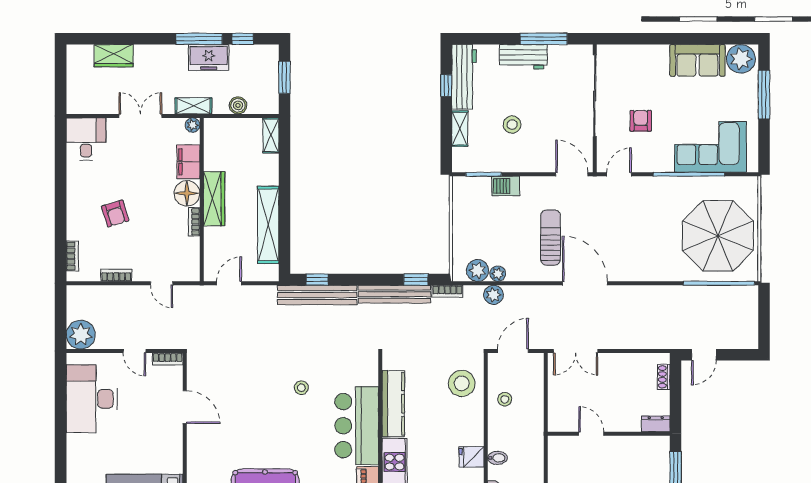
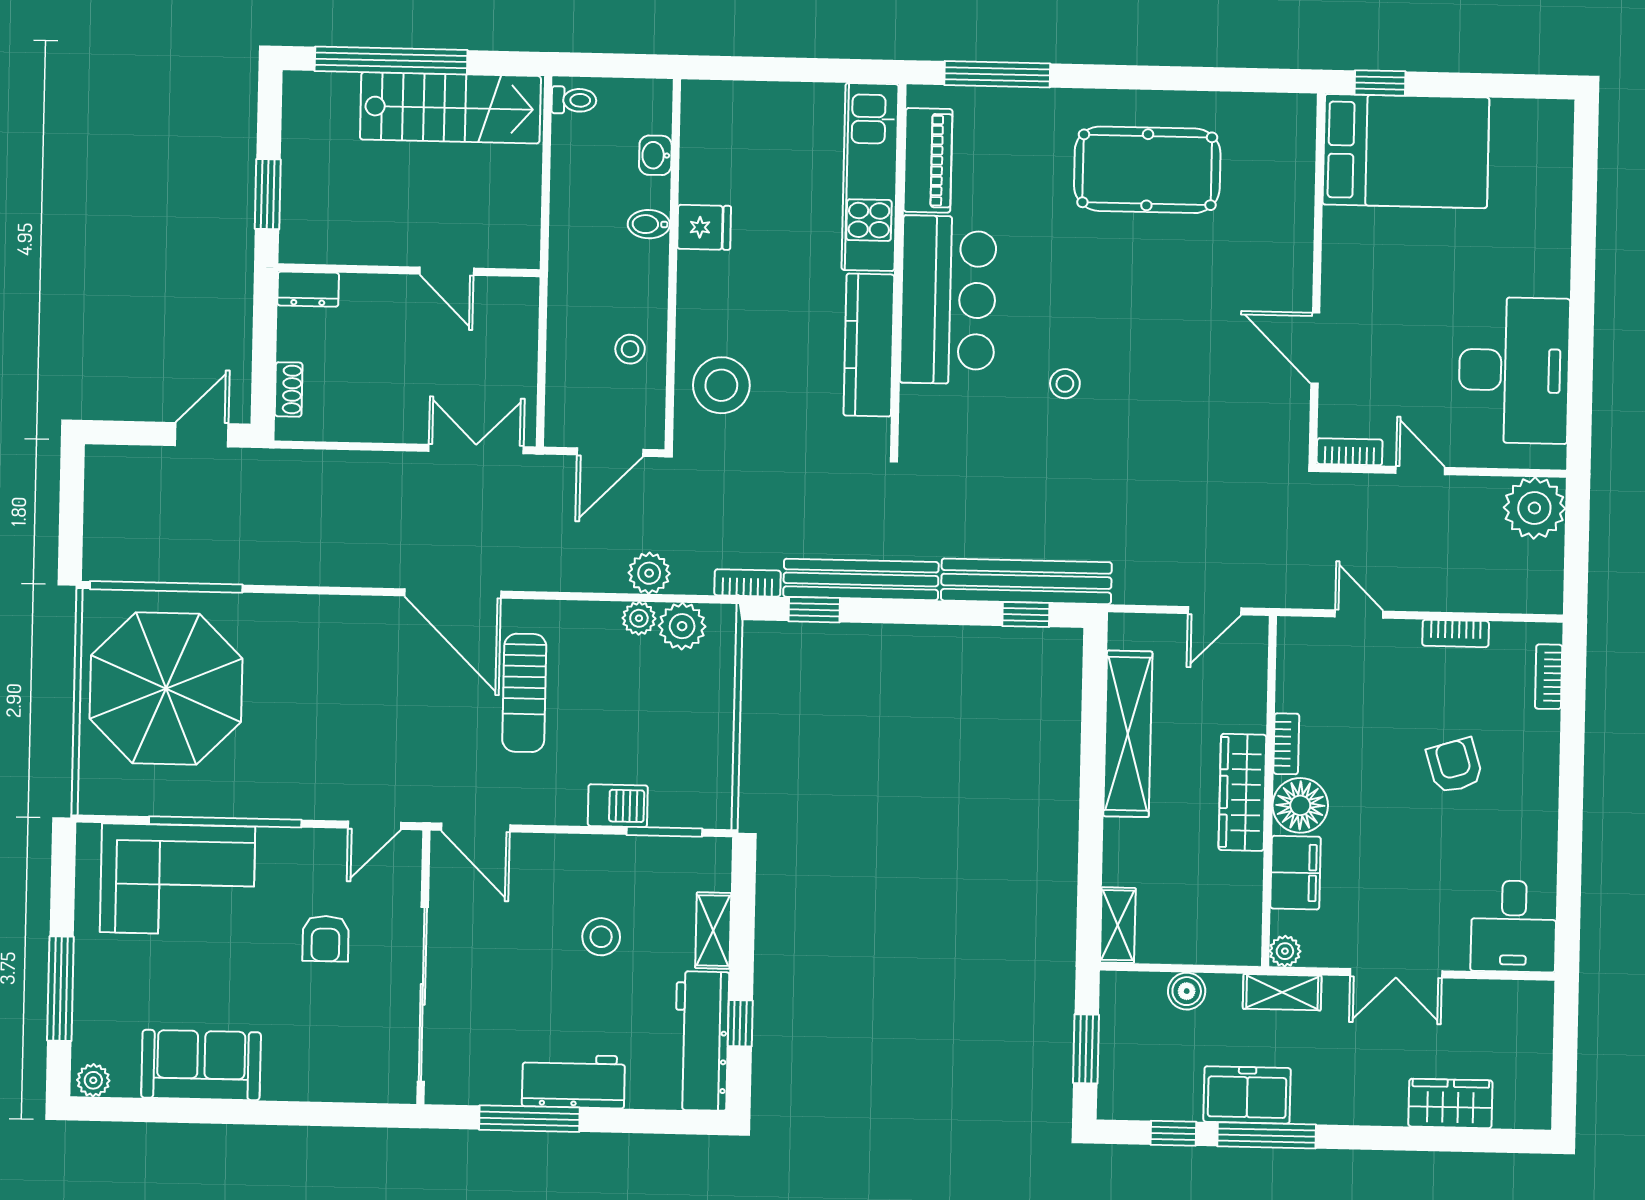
plant: (741, 59) -> (93, 1080), width x0.53, depth x0.53

